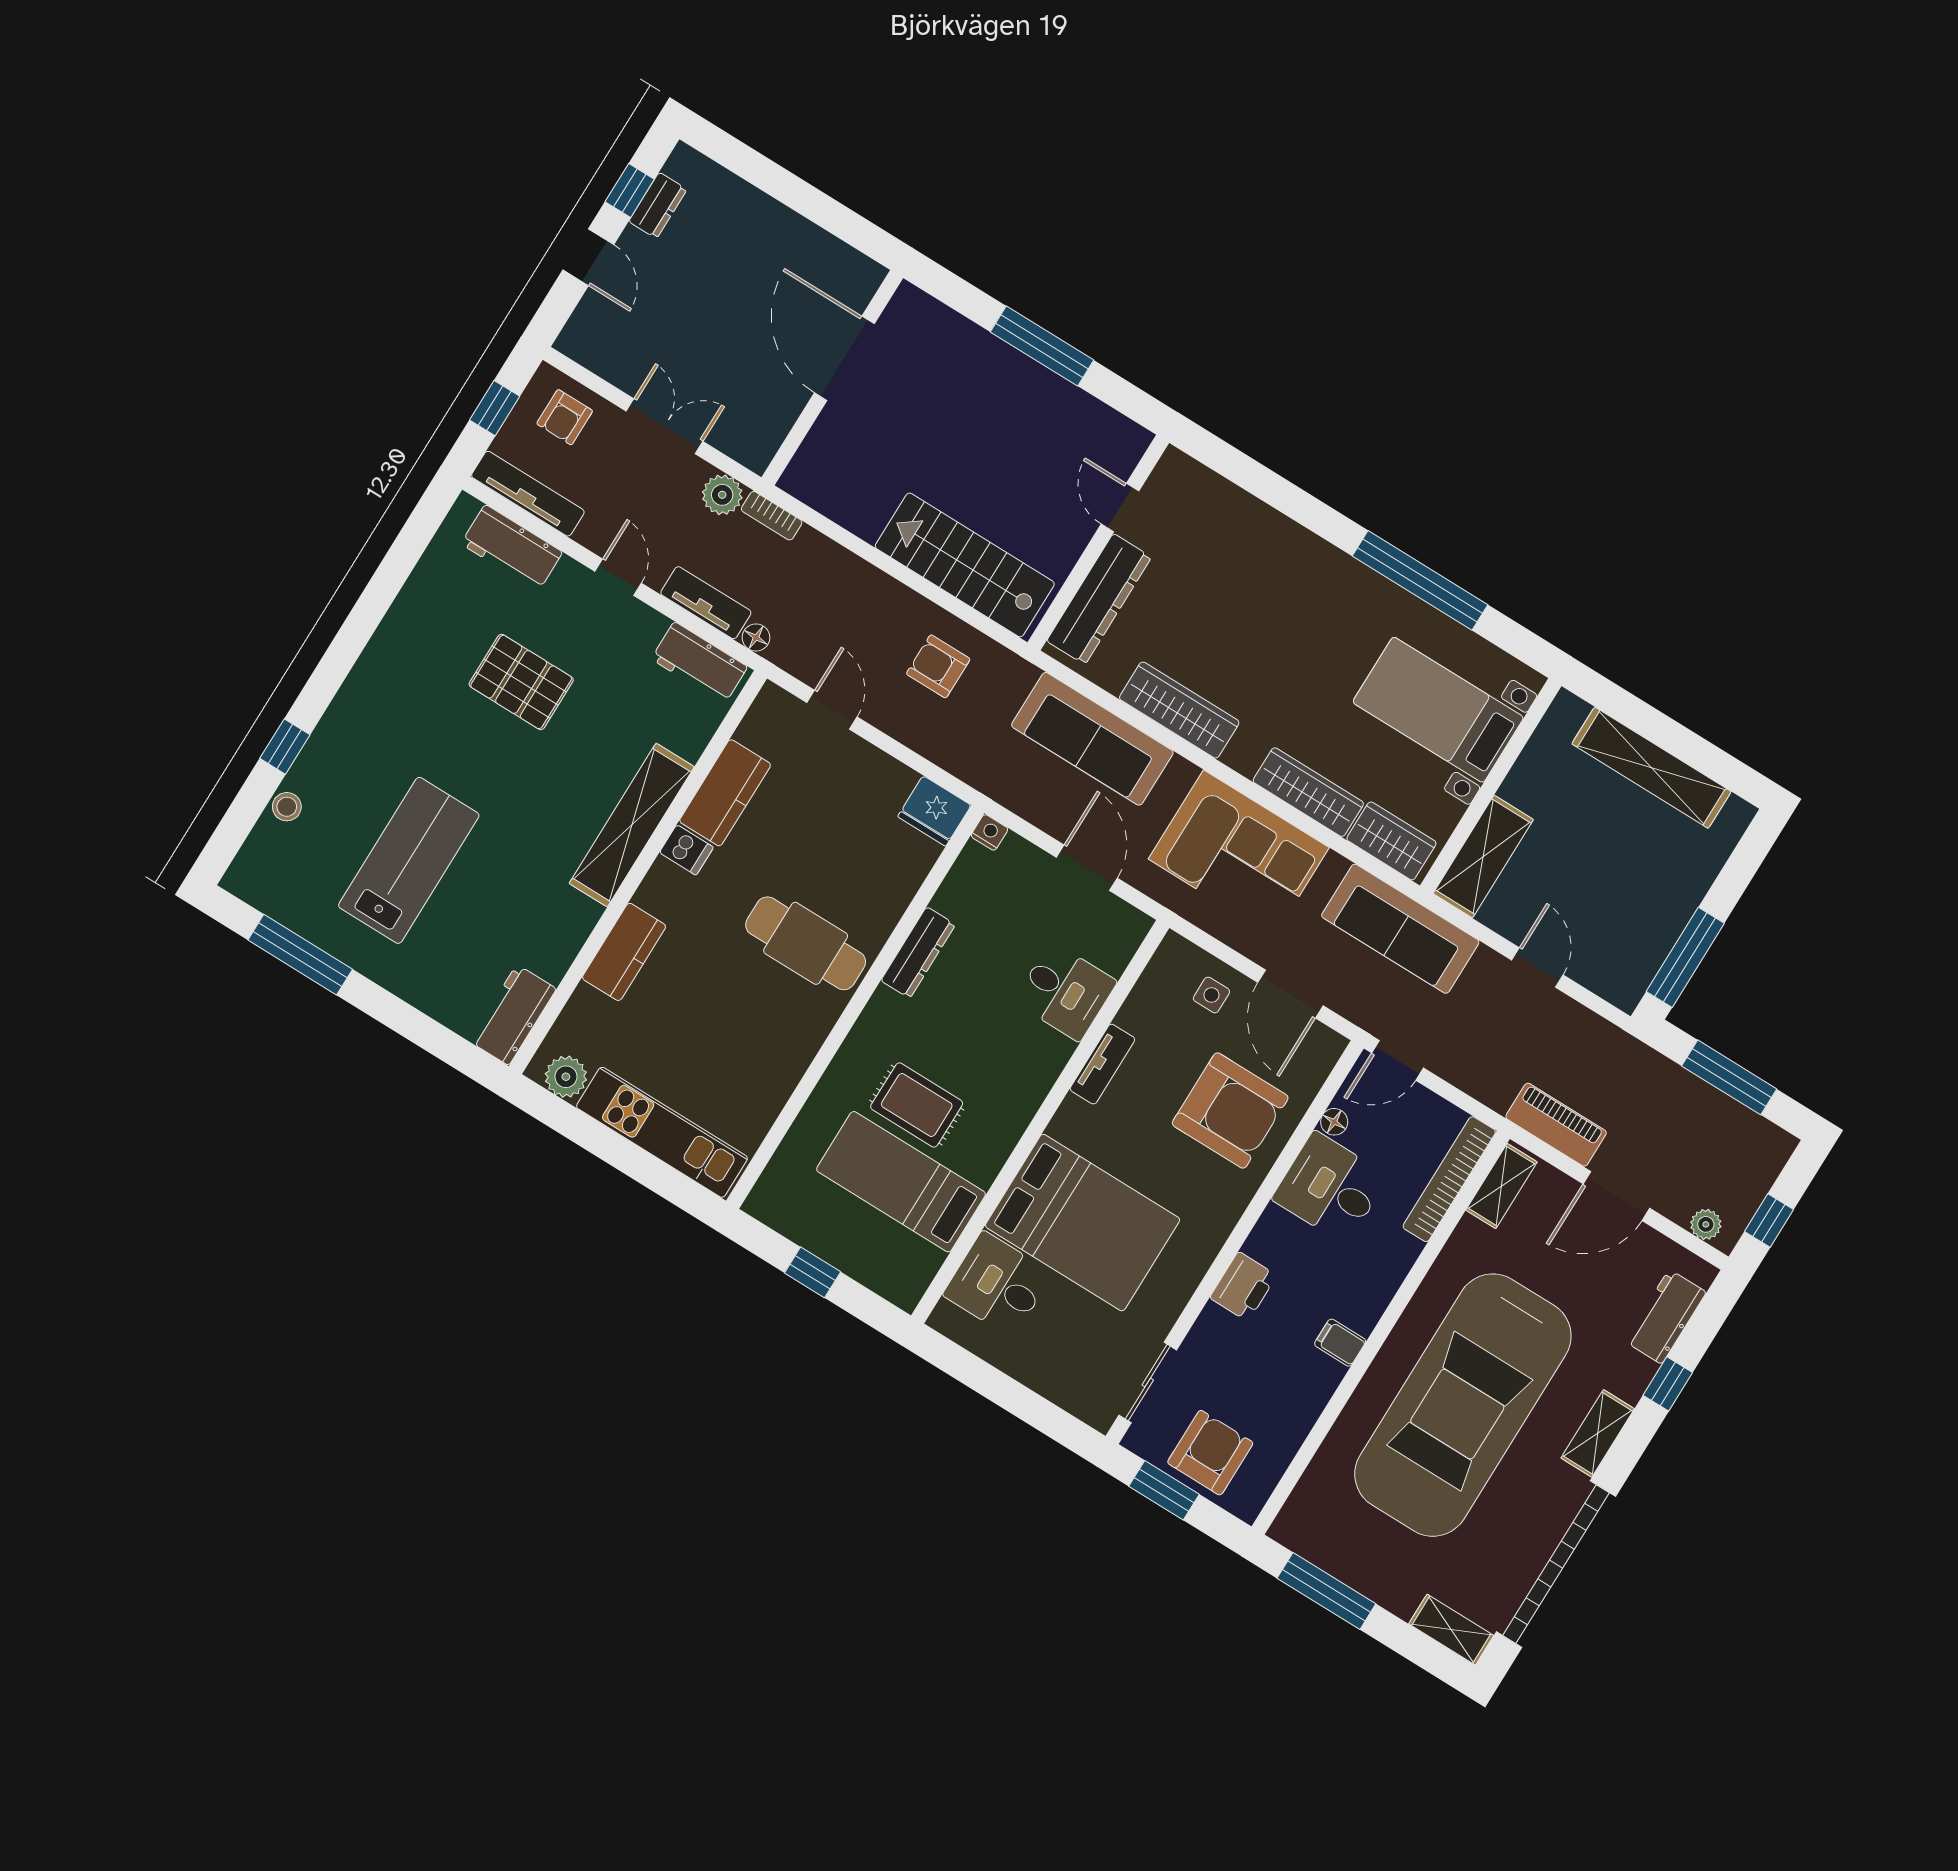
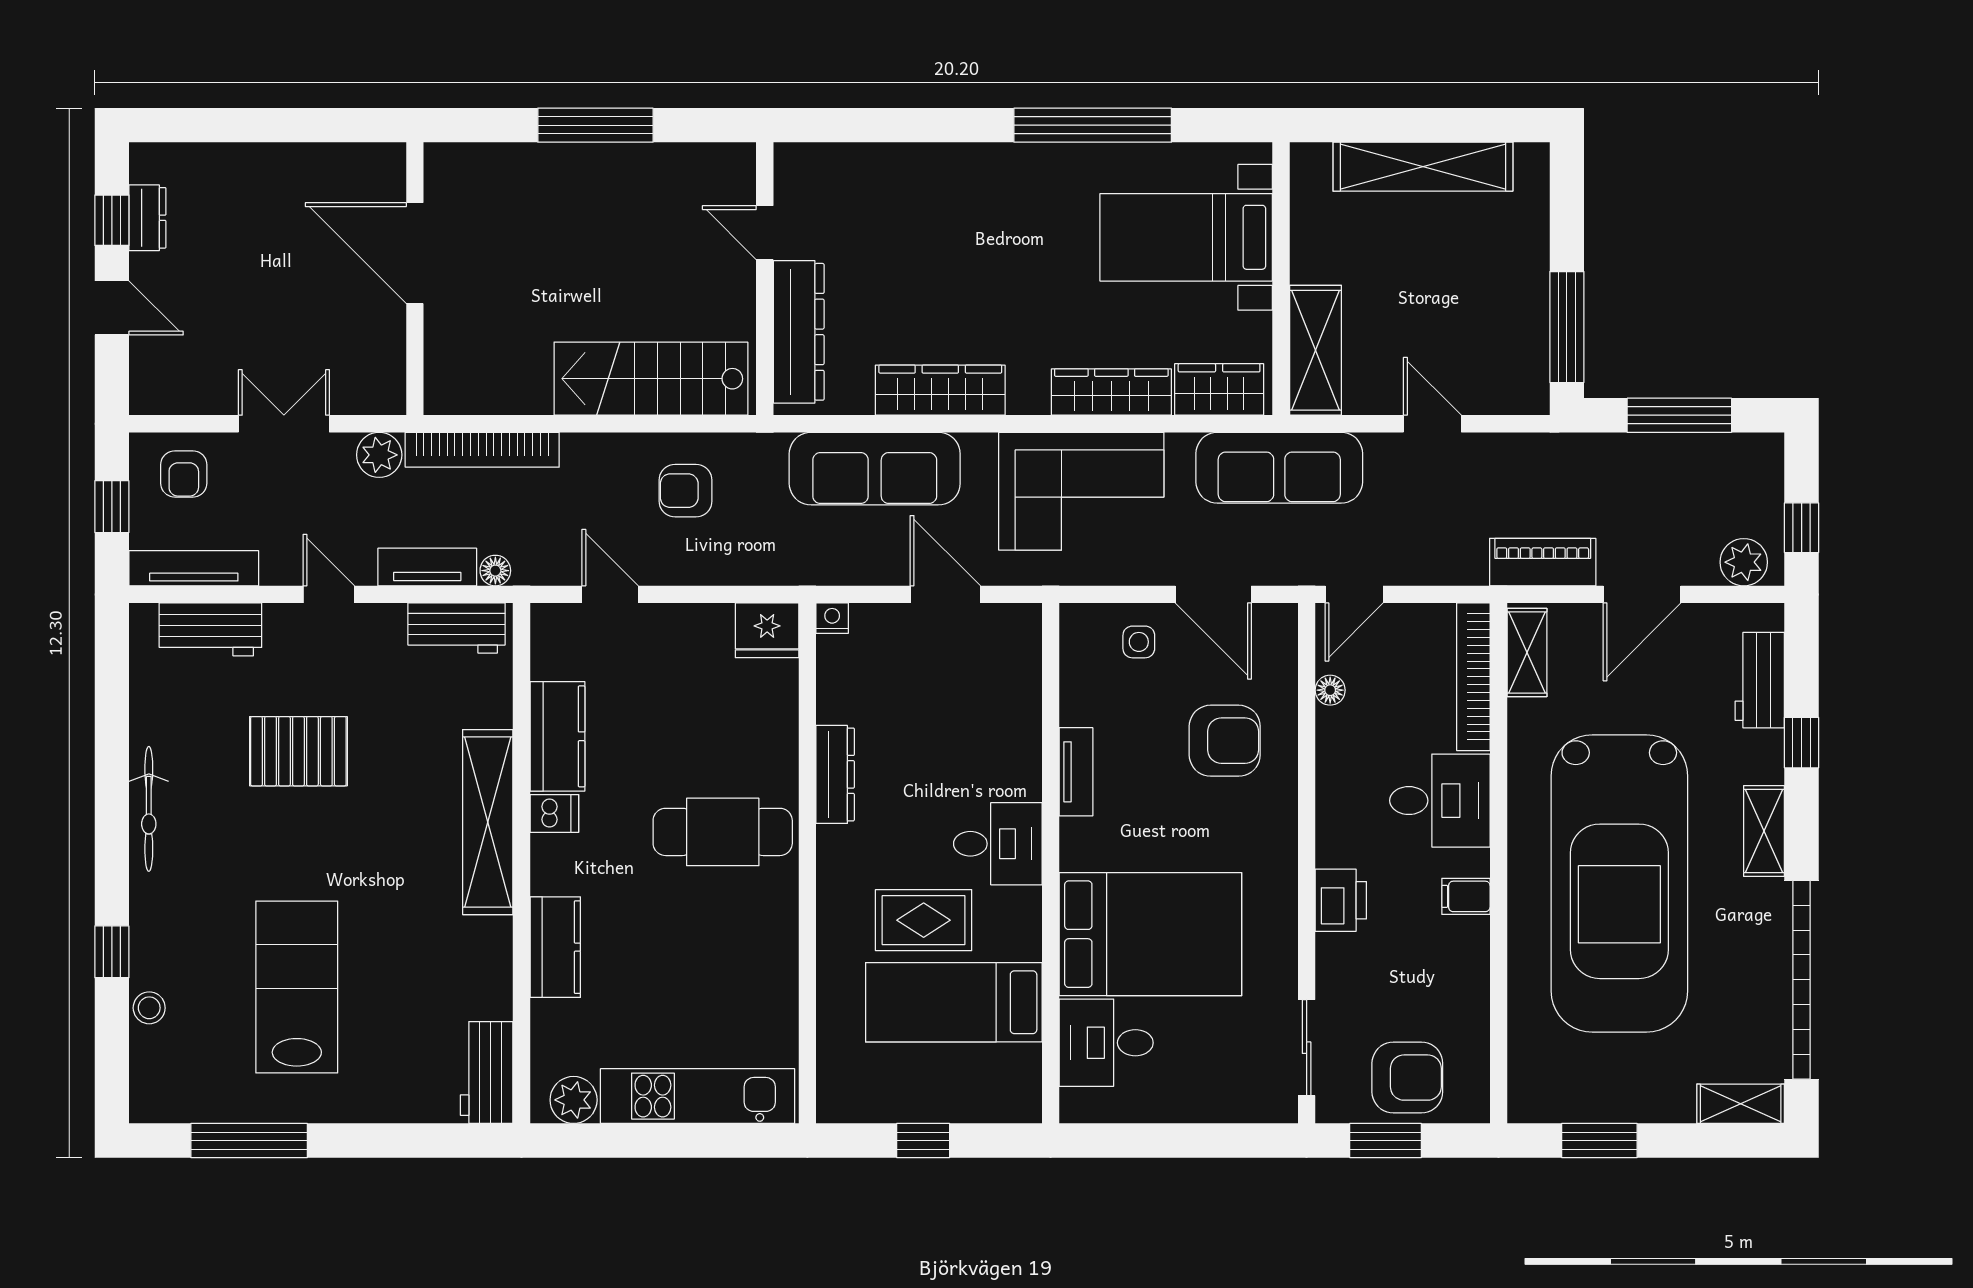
bookcase: (772, 516) -> (482, 450), width x2.31, depth x1.31
bicycle: (380, 655) -> (149, 809), added
desk: (1065, 991) -> (998, 844), moved
armchair: (1230, 1110) -> (1225, 741), width x0.73, depth x0.73
desk: (1330, 1188) -> (1440, 801), moved, turned 180
plant: (1706, 1224) -> (1744, 562), width x1.38, depth x1.38
armchair: (1210, 1453) -> (1407, 1078), turned 90
window: (1326, 1591) -> (1599, 1141), width x0.69

